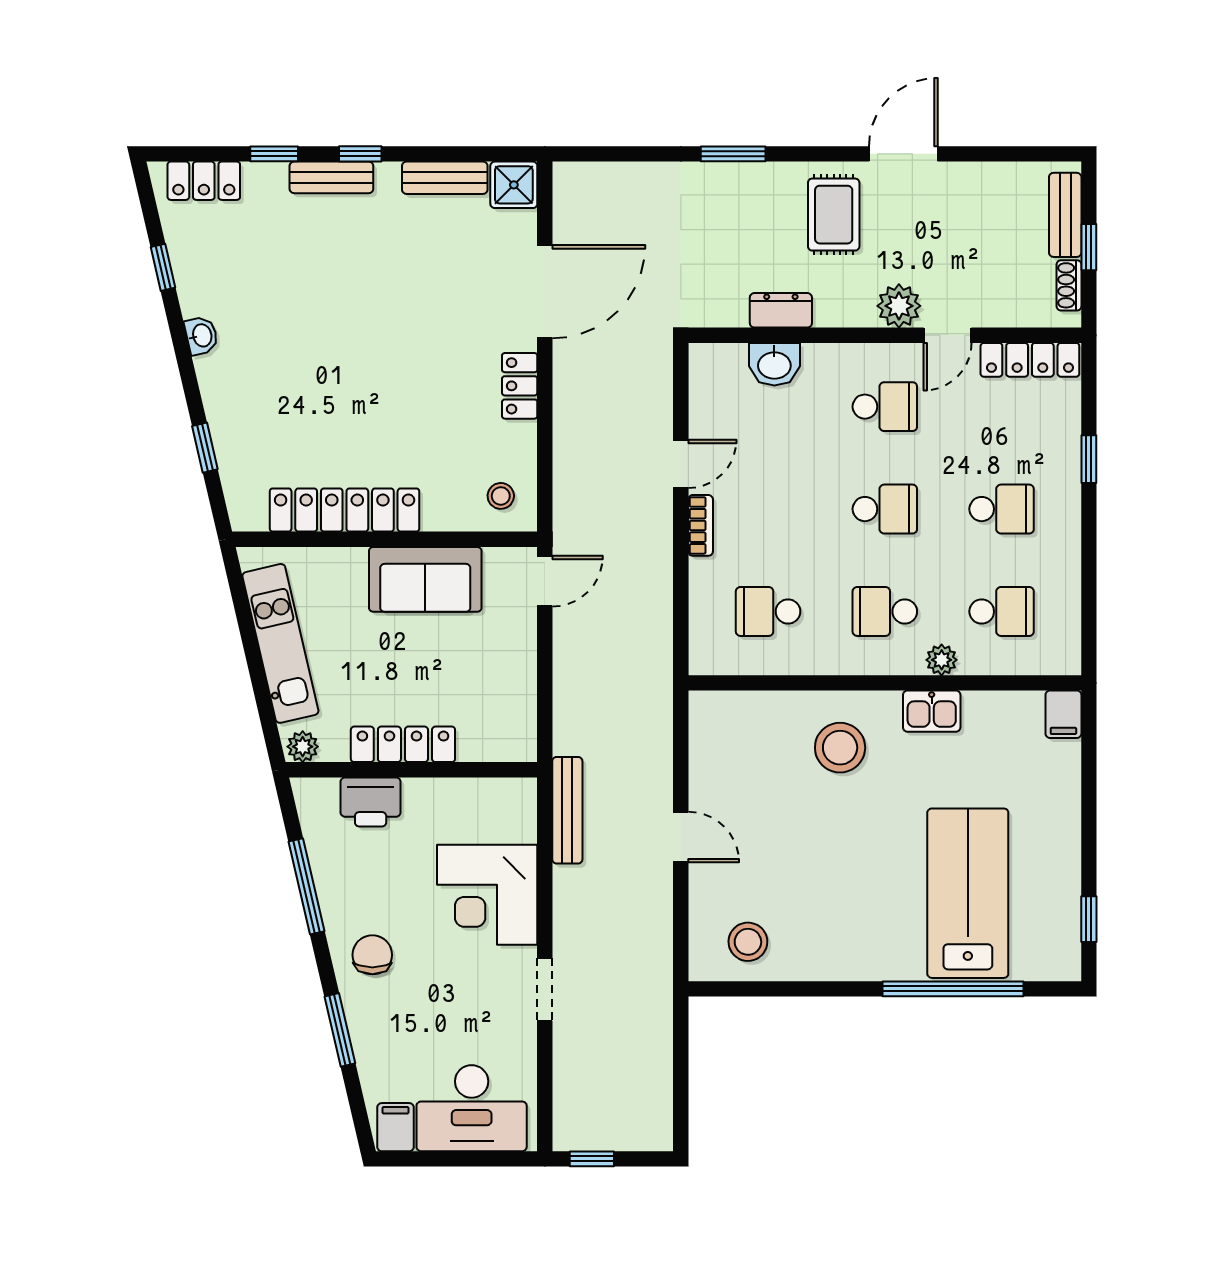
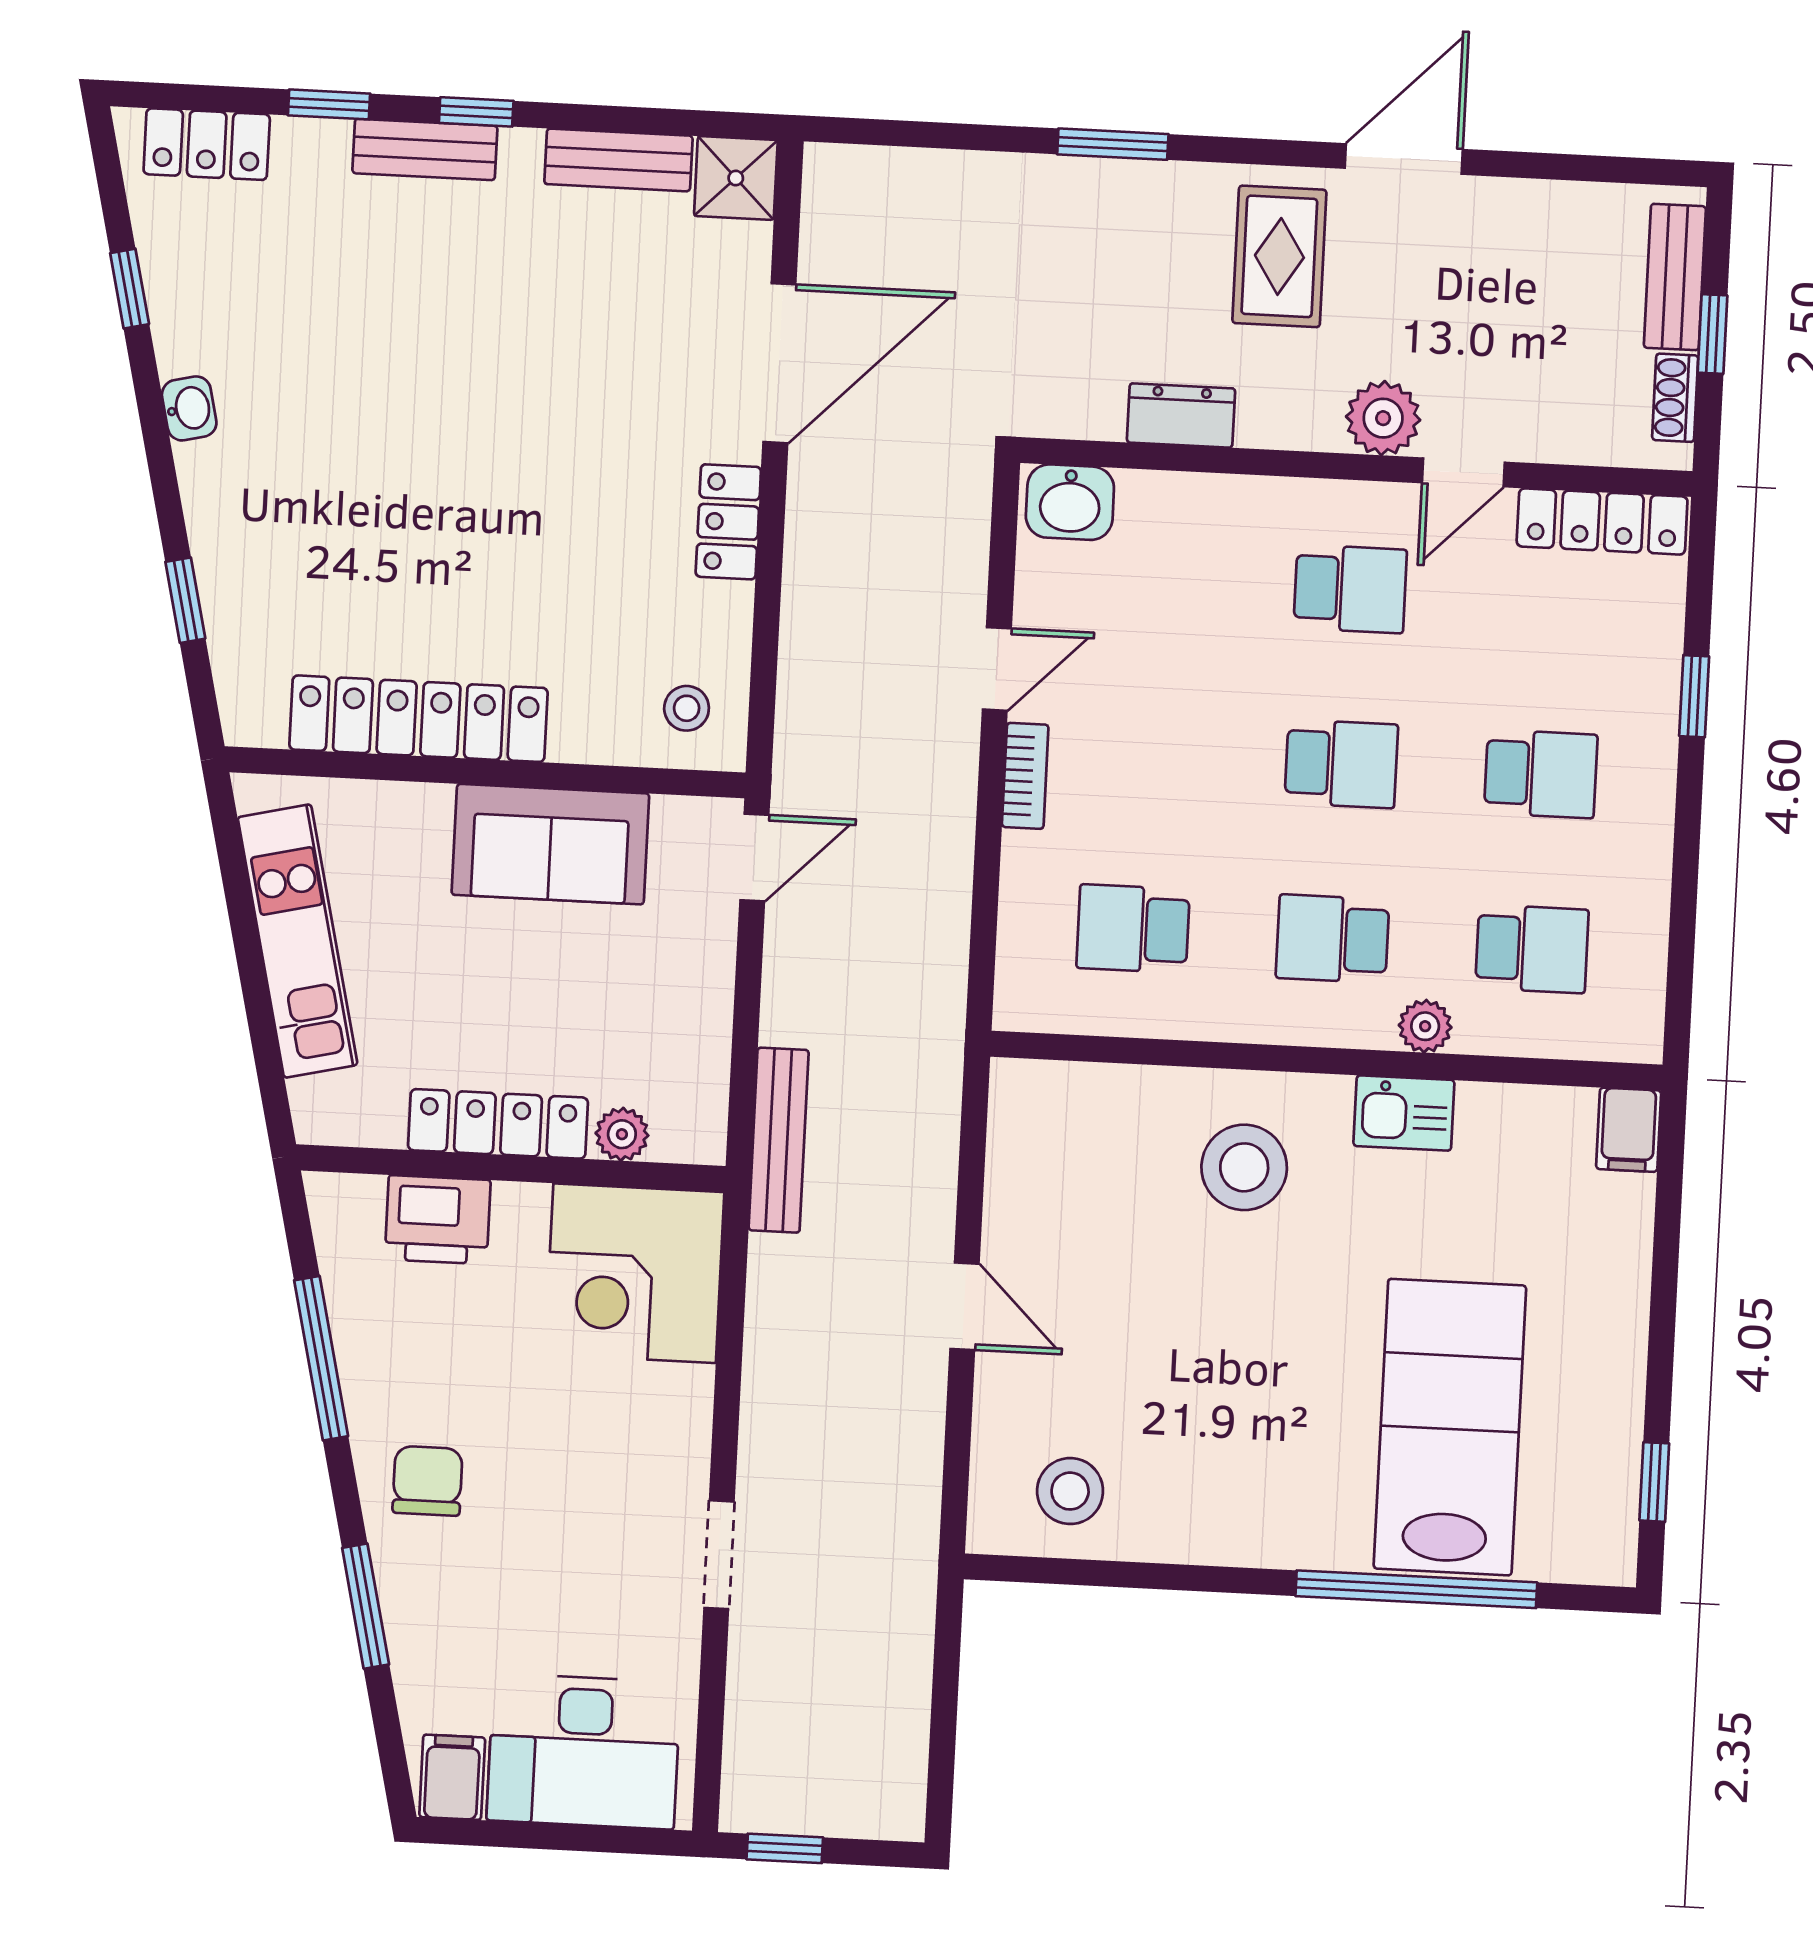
washbasin: (774, 364) -> (1070, 502), moved
plant: (303, 747) -> (622, 1134), moved
bench: (567, 810) -> (779, 1140), moved
corner desk: (487, 895) -> (635, 1273), moved

